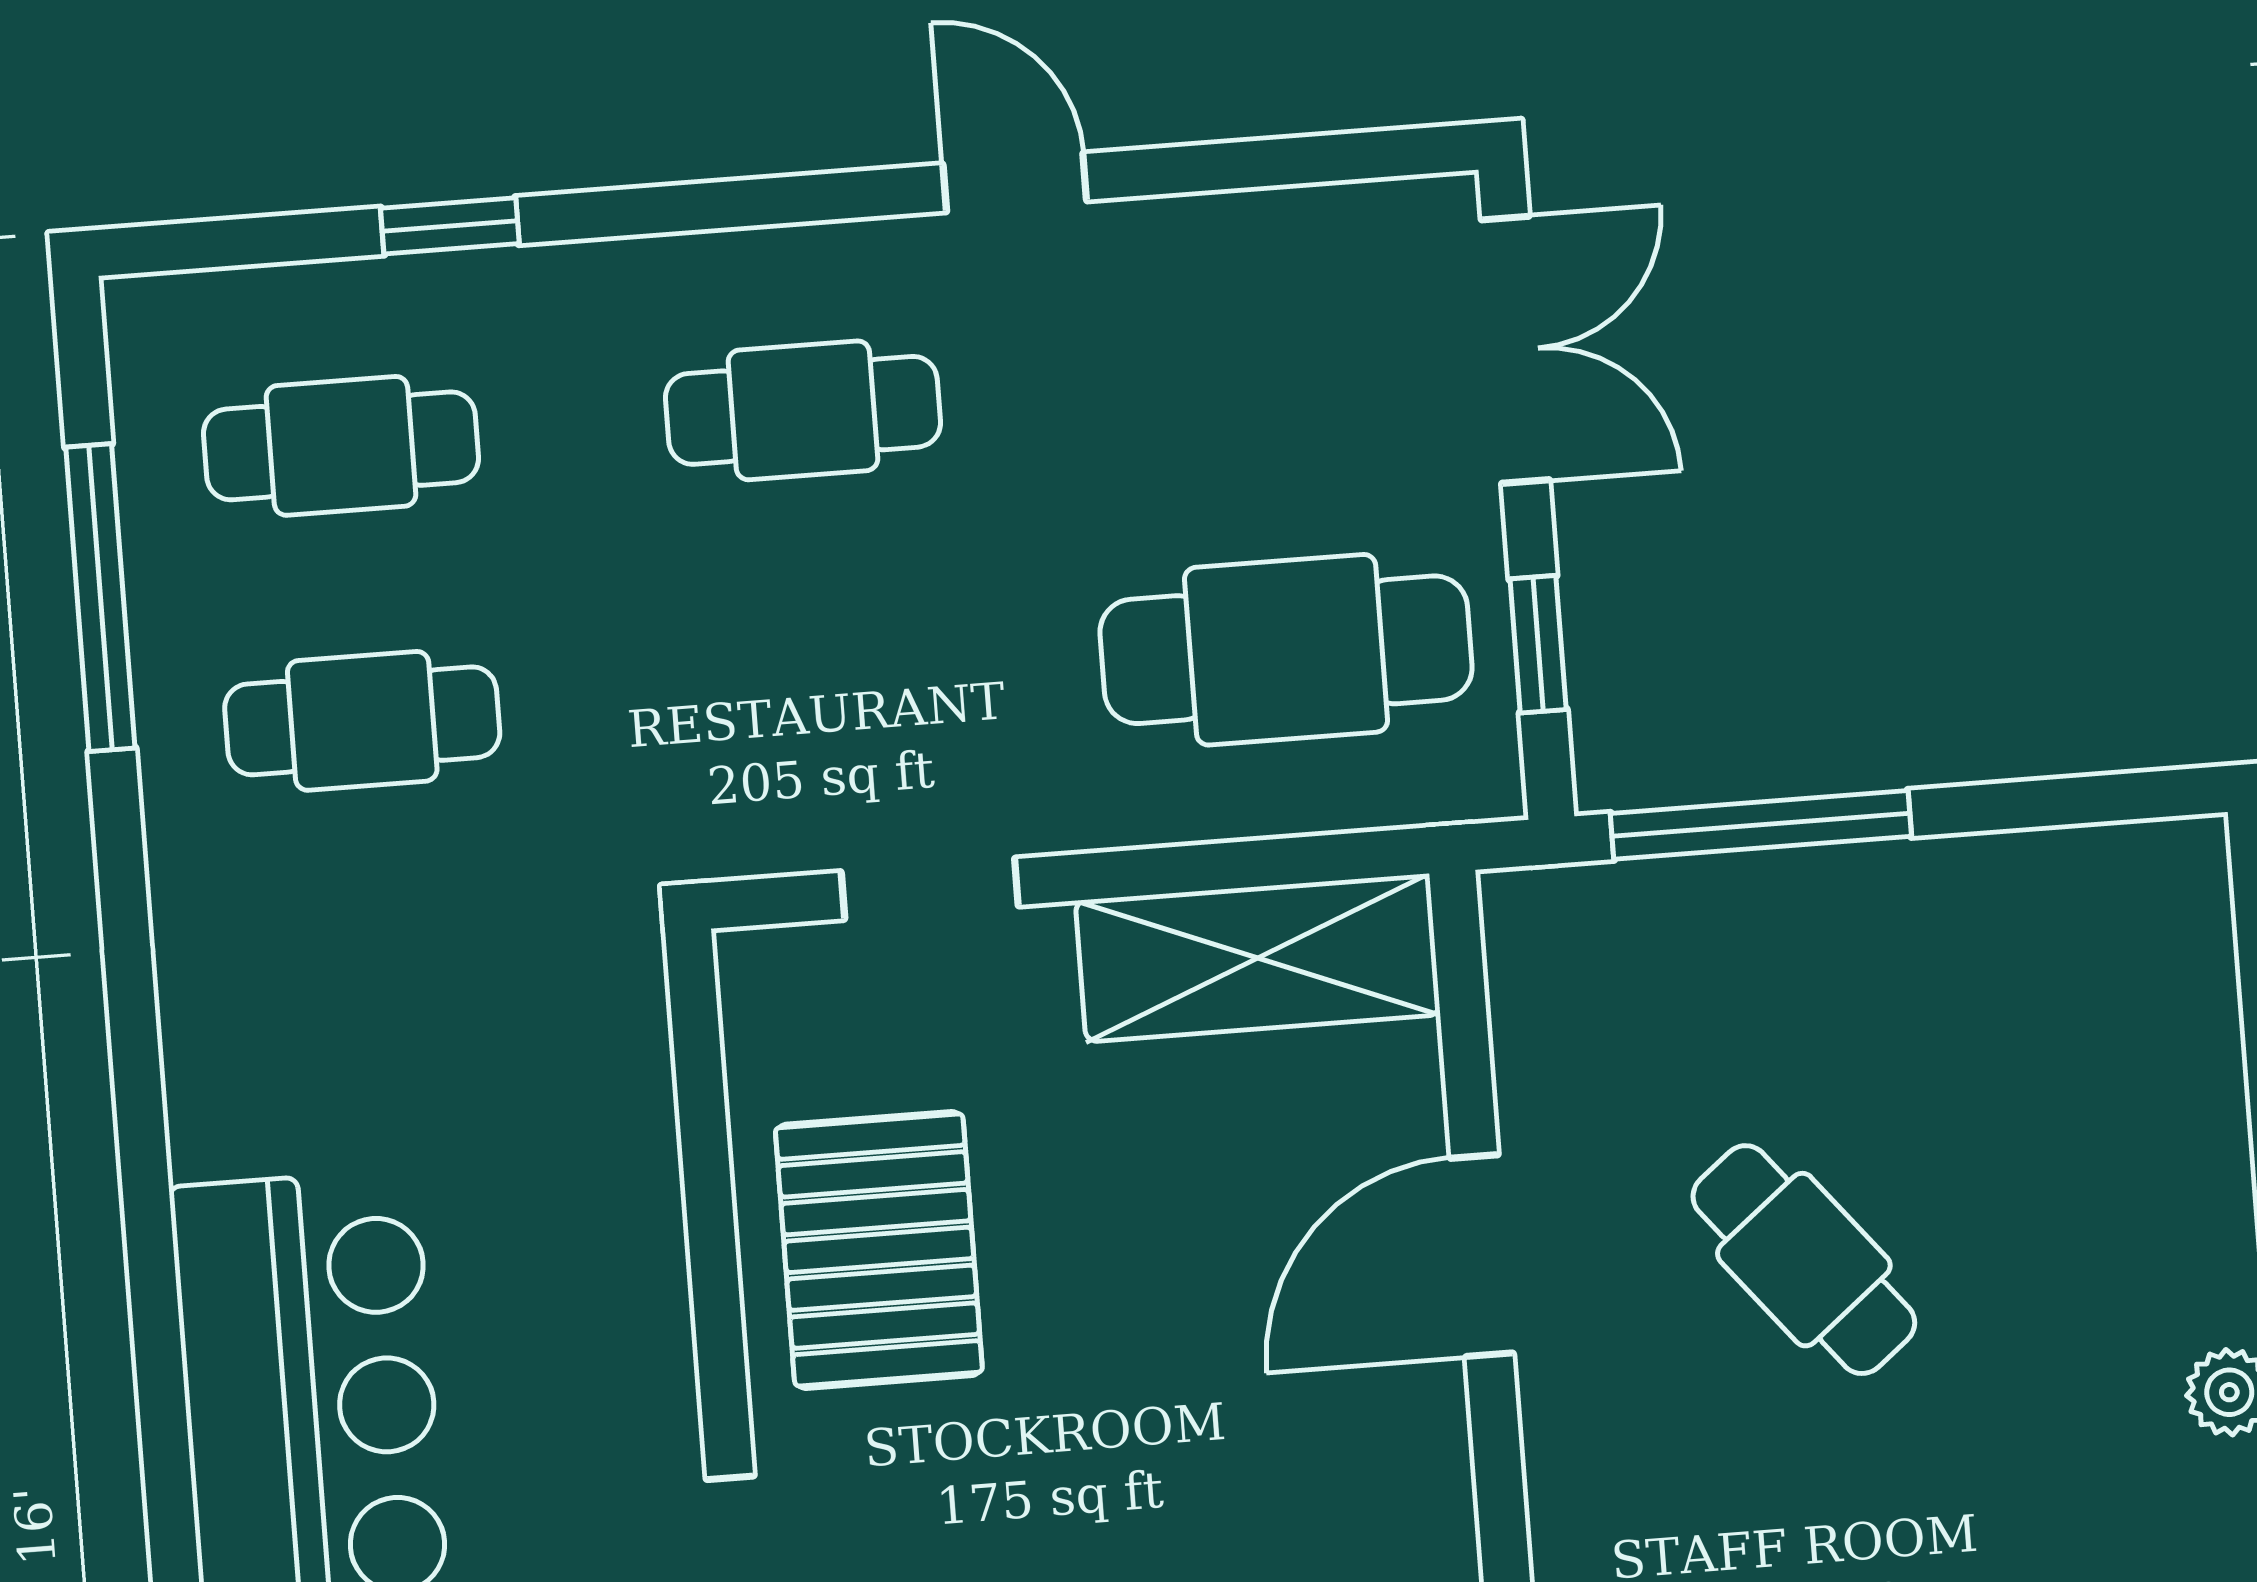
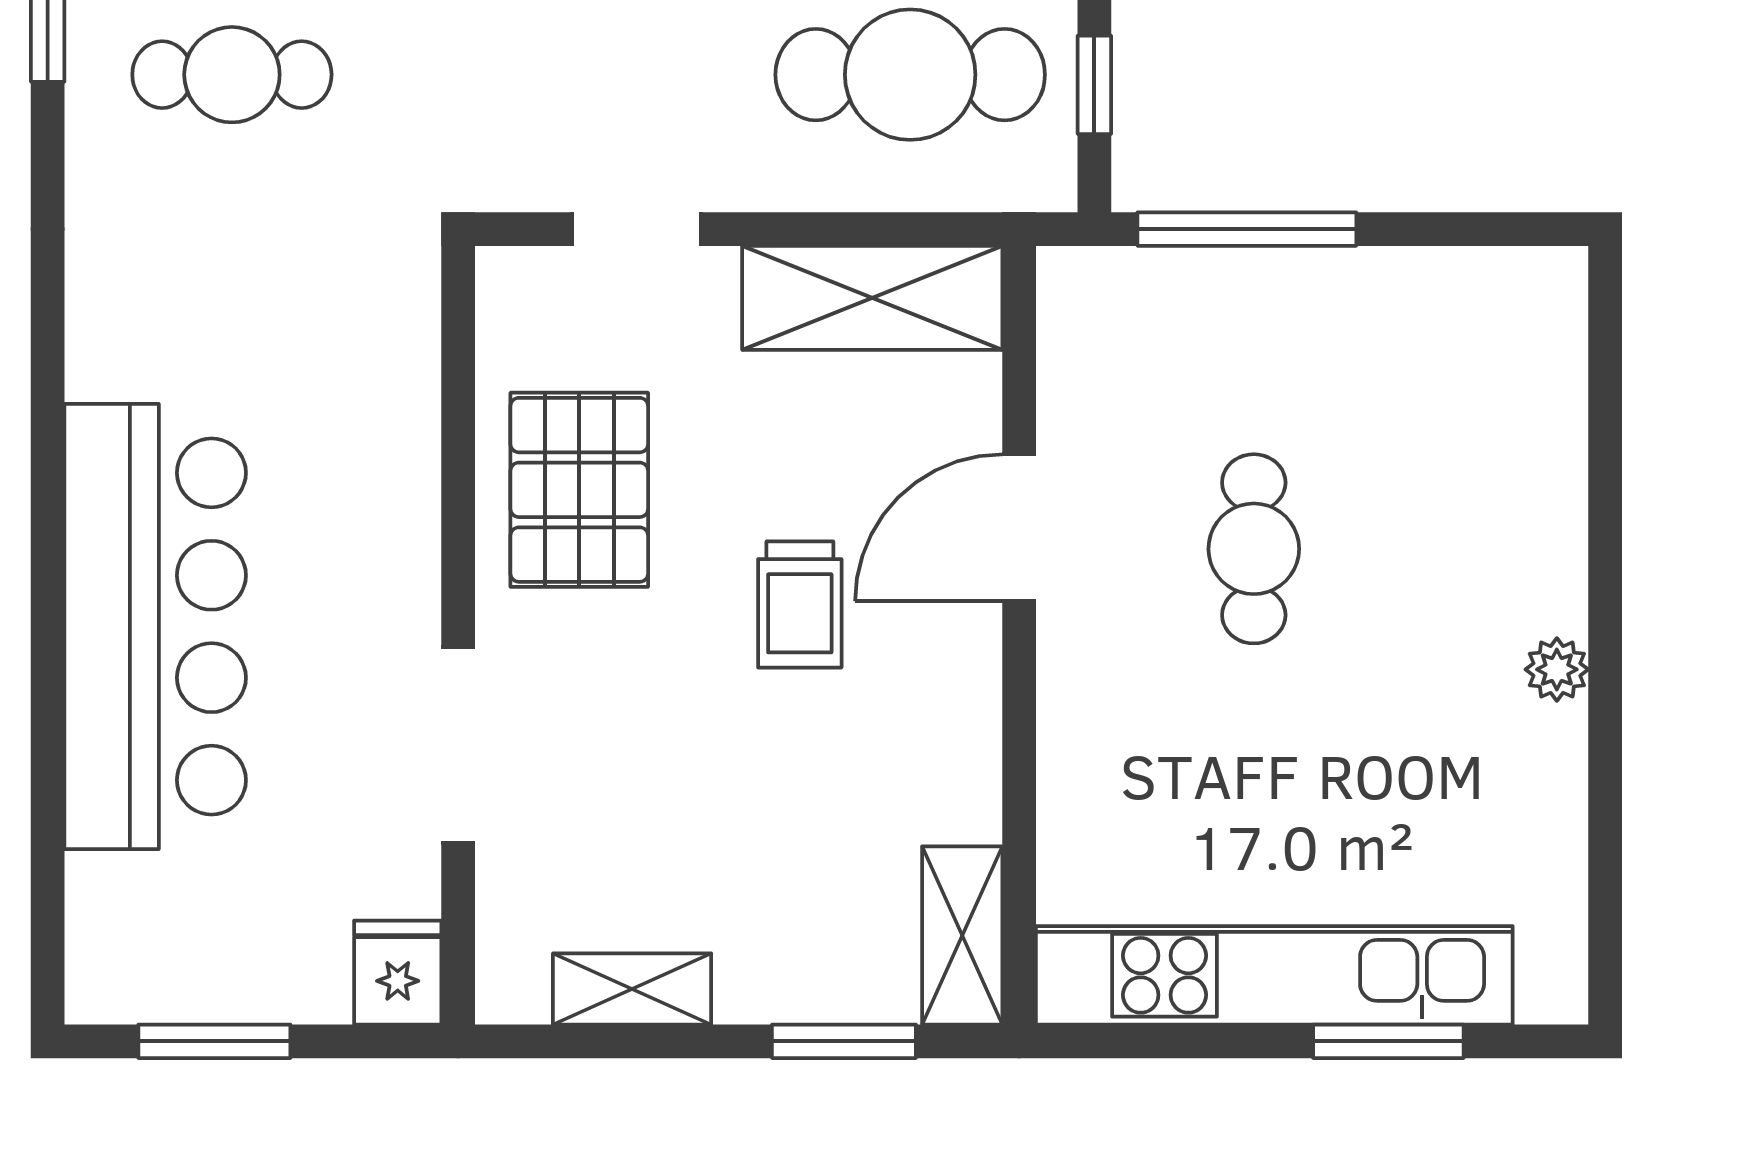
cafe table: (1804, 1260) -> (1254, 549), turned 39
trolley: (1191, 1383) -> (800, 604), added

